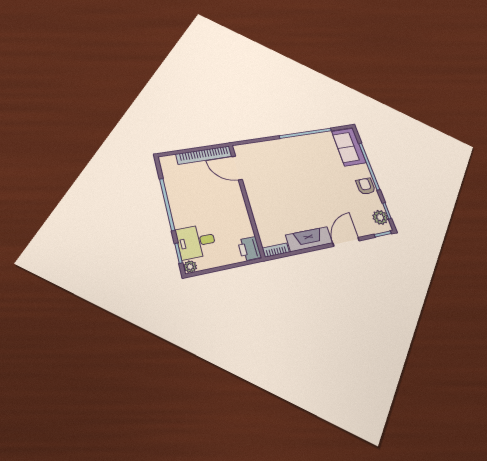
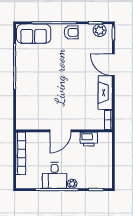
door: (237, 168) -> (60, 131), moved
armchair: (366, 186) -> (71, 32), turned 180
desk: (196, 242) -> (55, 175), moved
printer: (249, 249) -> (89, 139), moved
plant: (190, 267) -> (72, 184), moved

